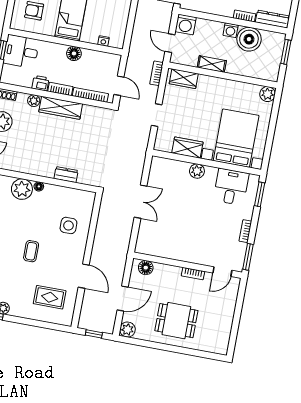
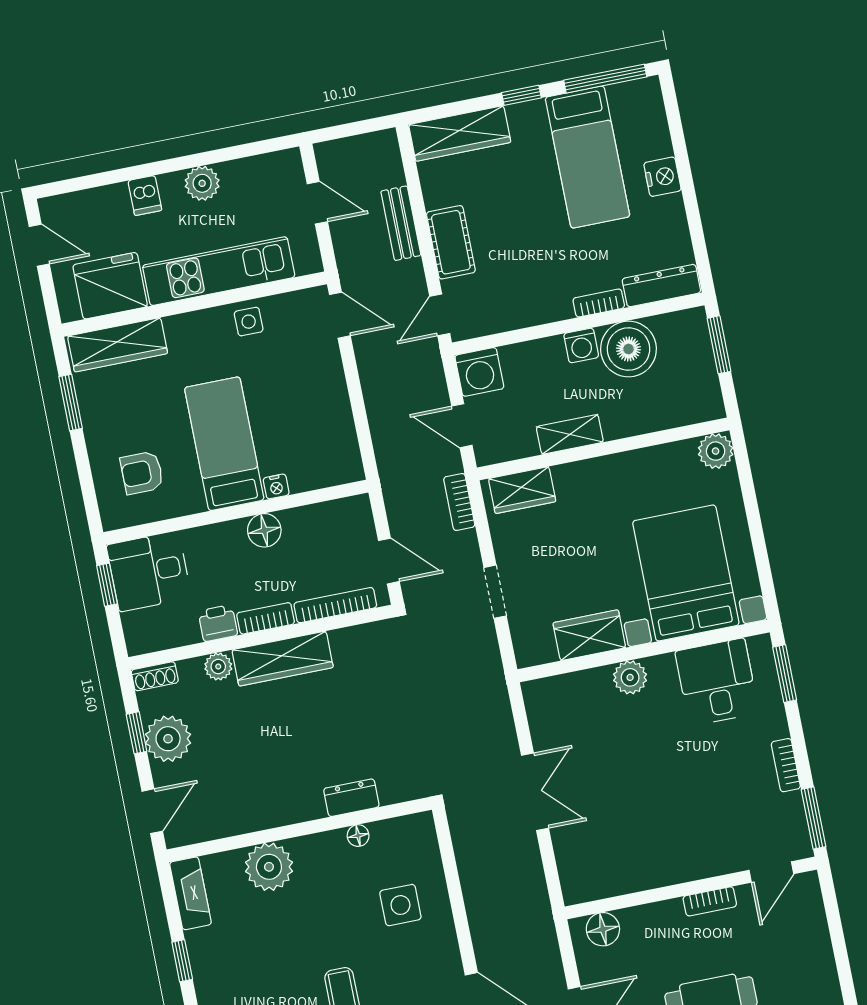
nightstand: (103, 41) -> (276, 486), moved
floor lamp: (39, 186) -> (358, 836), moved

